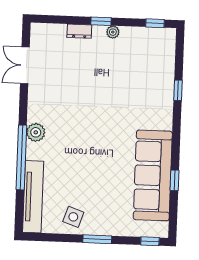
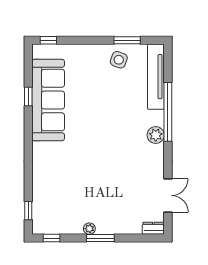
window: (101, 21) -> (100, 238), width x1.50
dresser: (79, 31) -> (153, 228), moved
window: (178, 90) -> (28, 211), moved
window: (97, 239) -> (127, 40), moved

